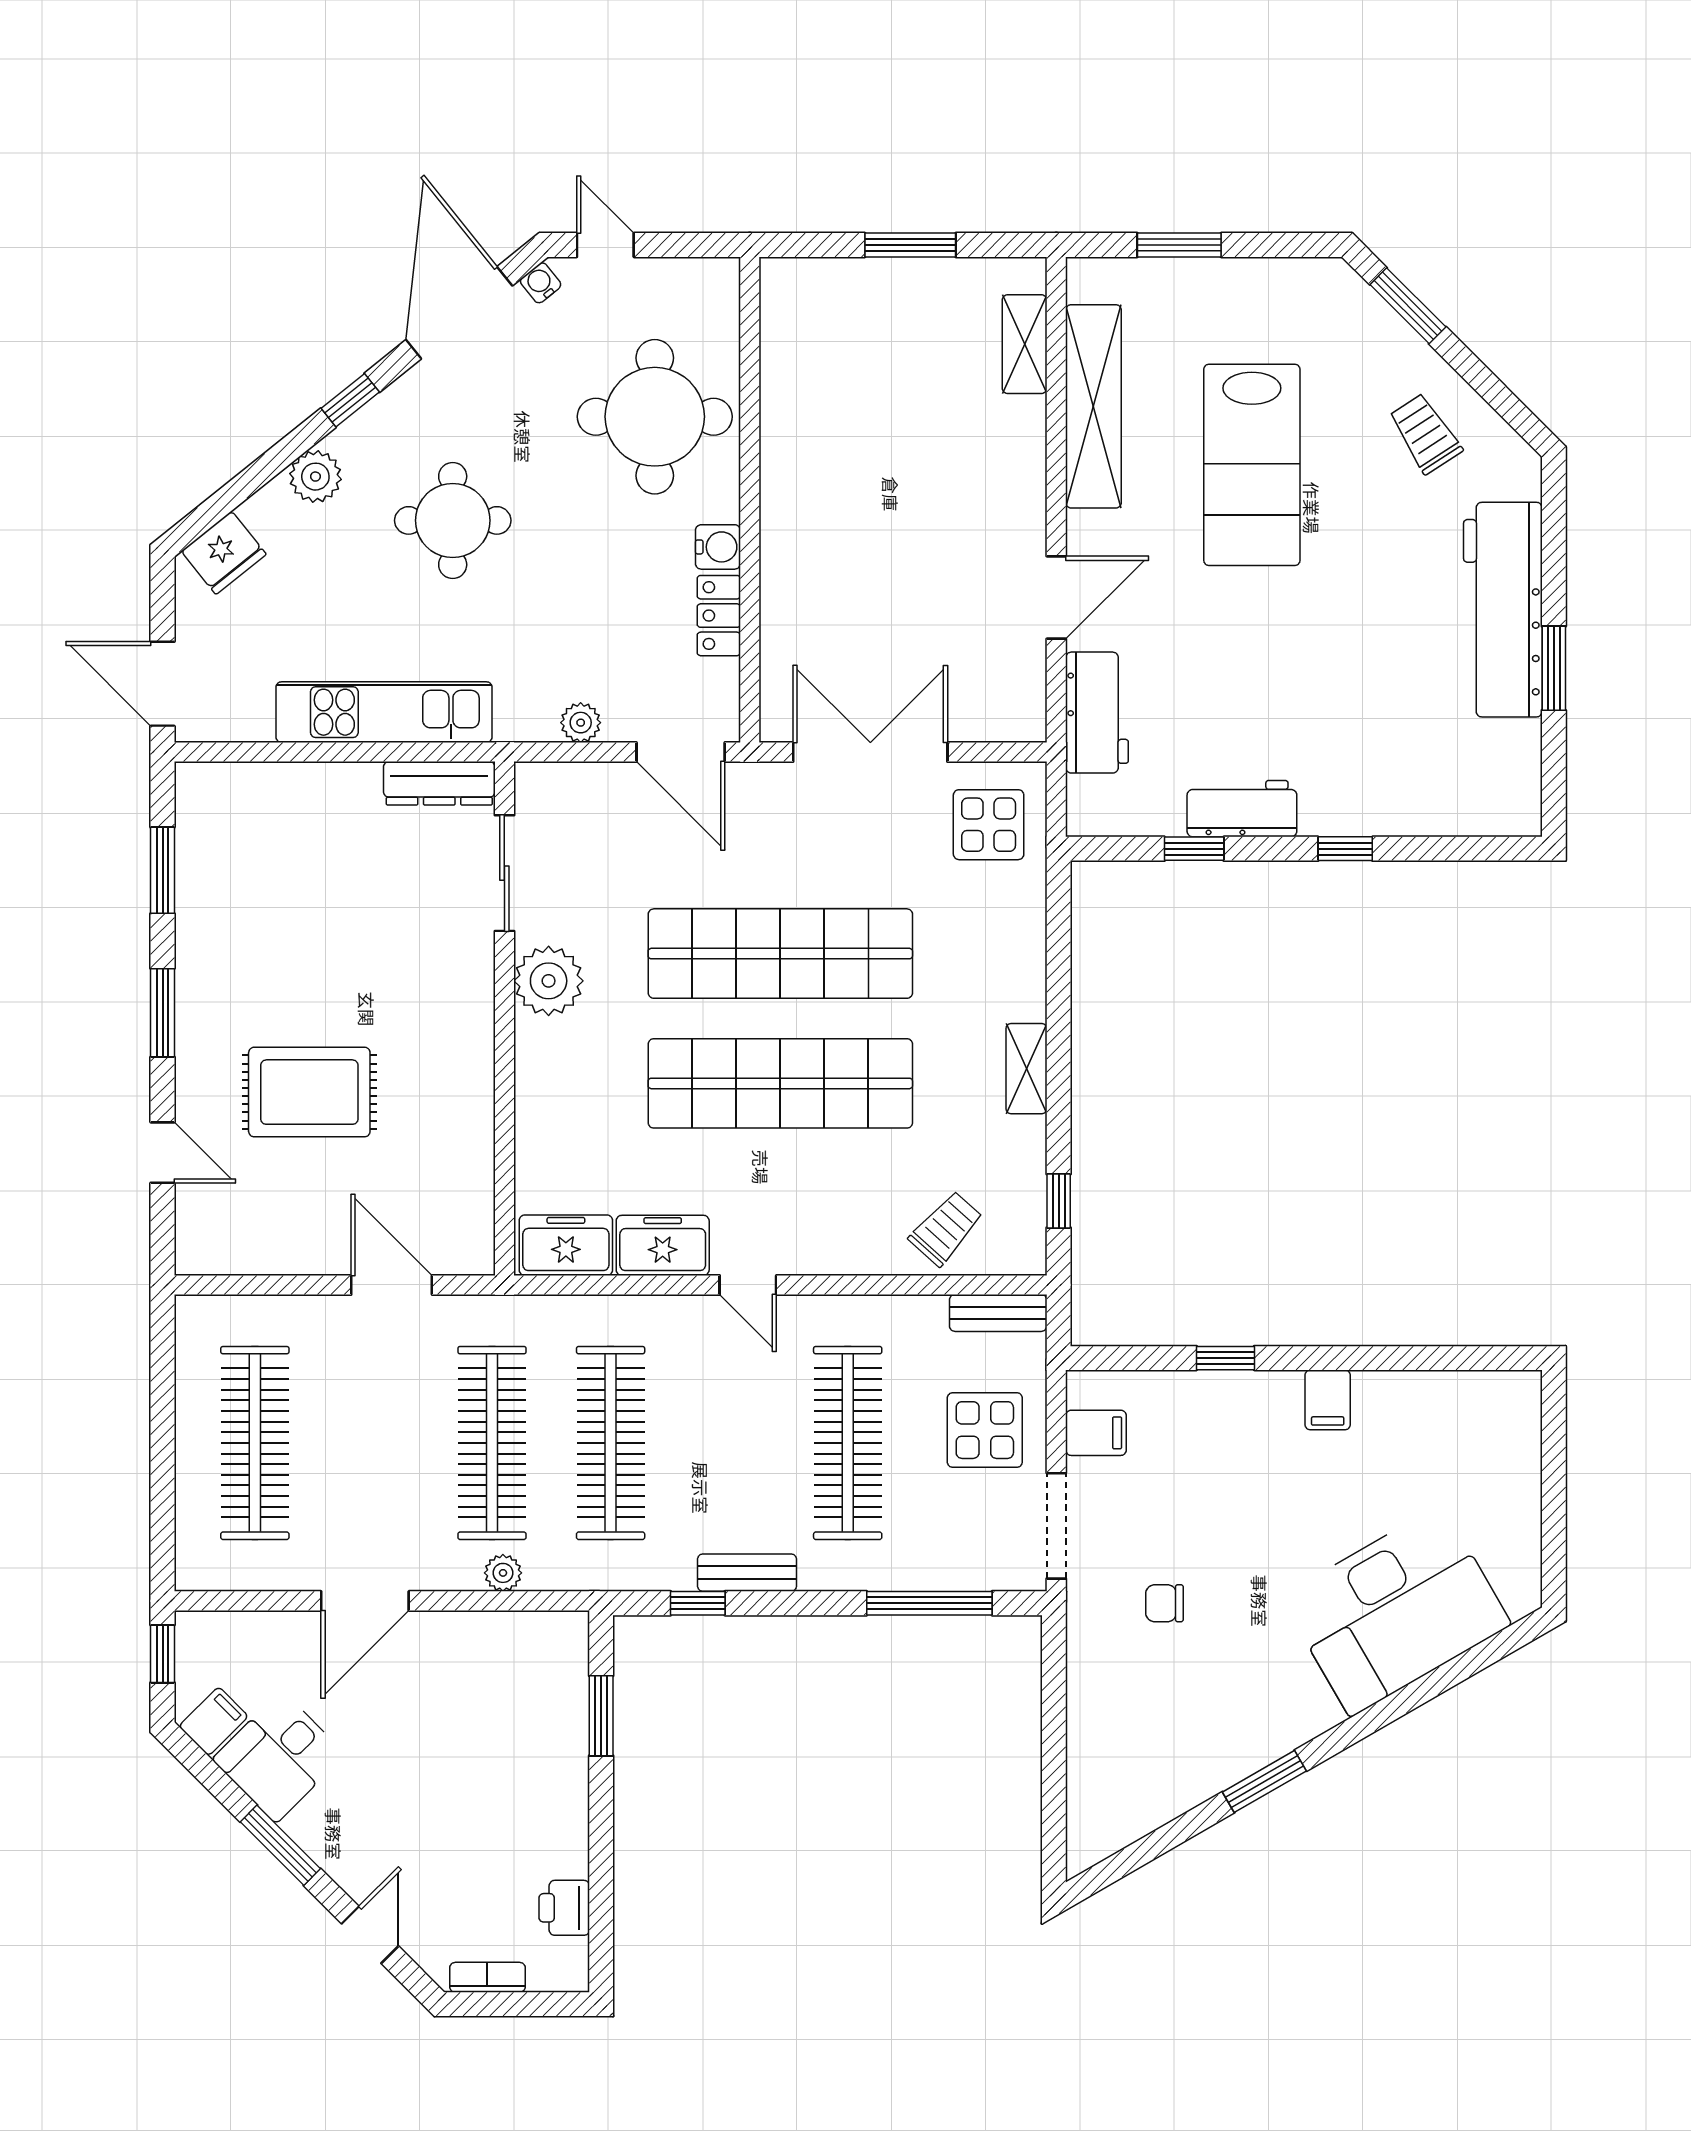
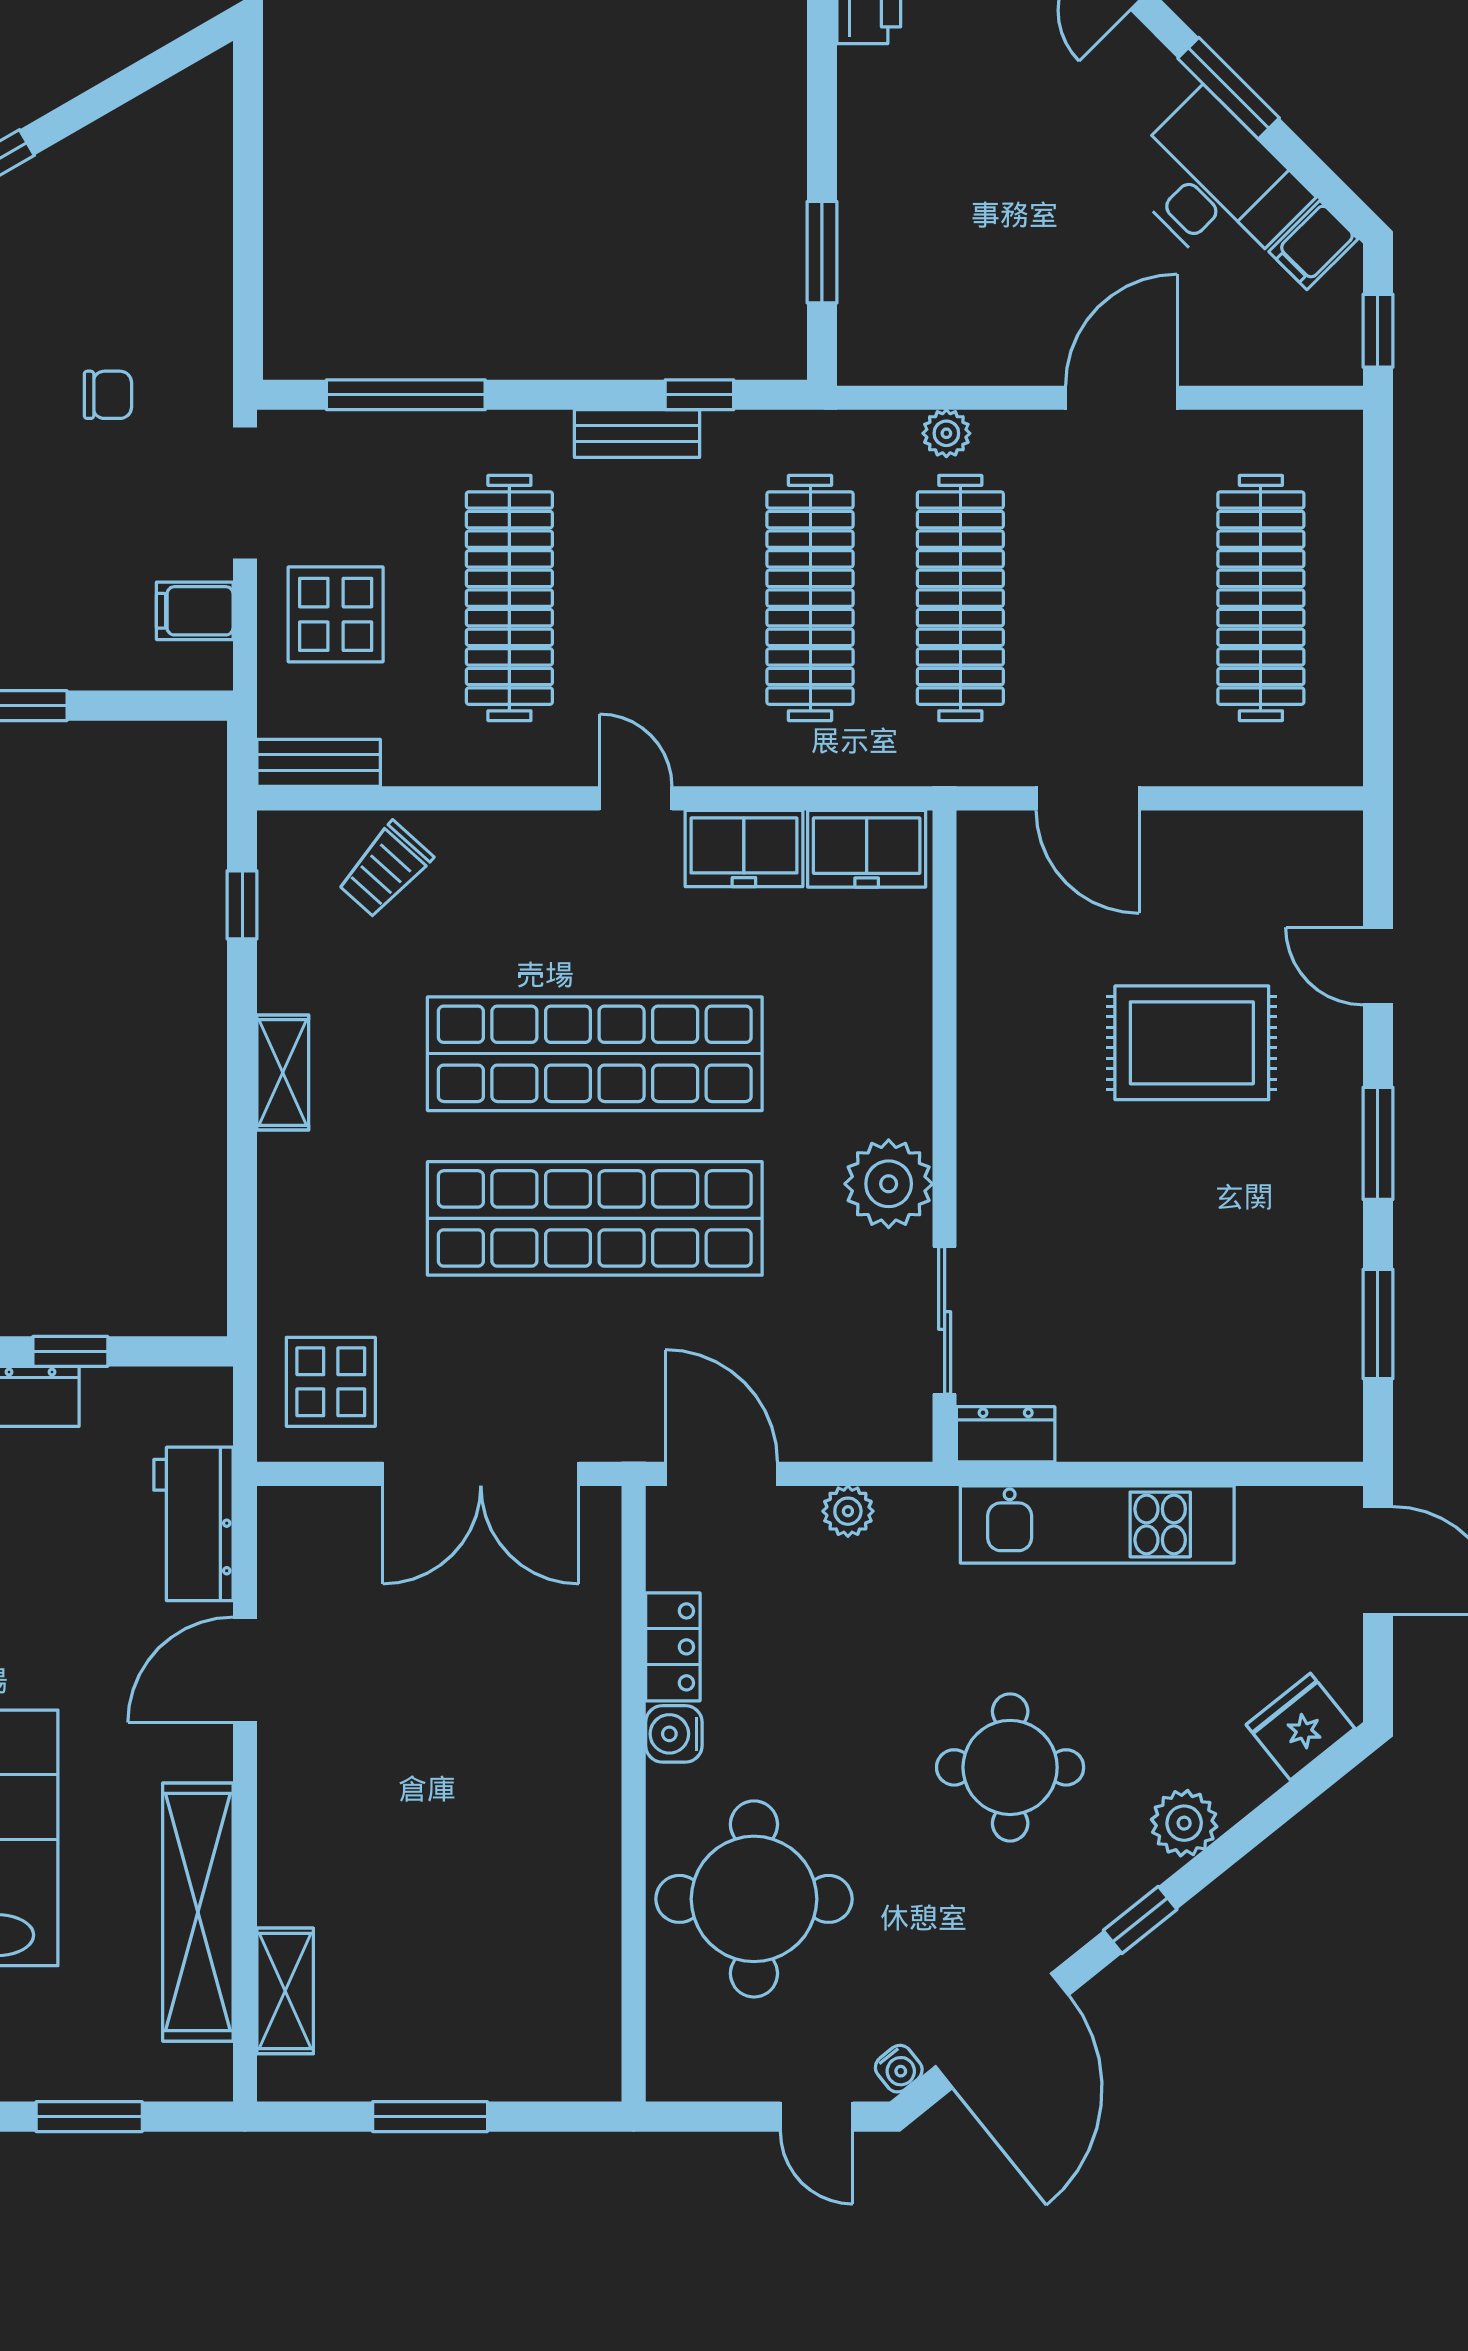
dresser: (439, 783) -> (1006, 1434), width x0.70
desk: (279, 1757) -> (1215, 185), width x1.37

